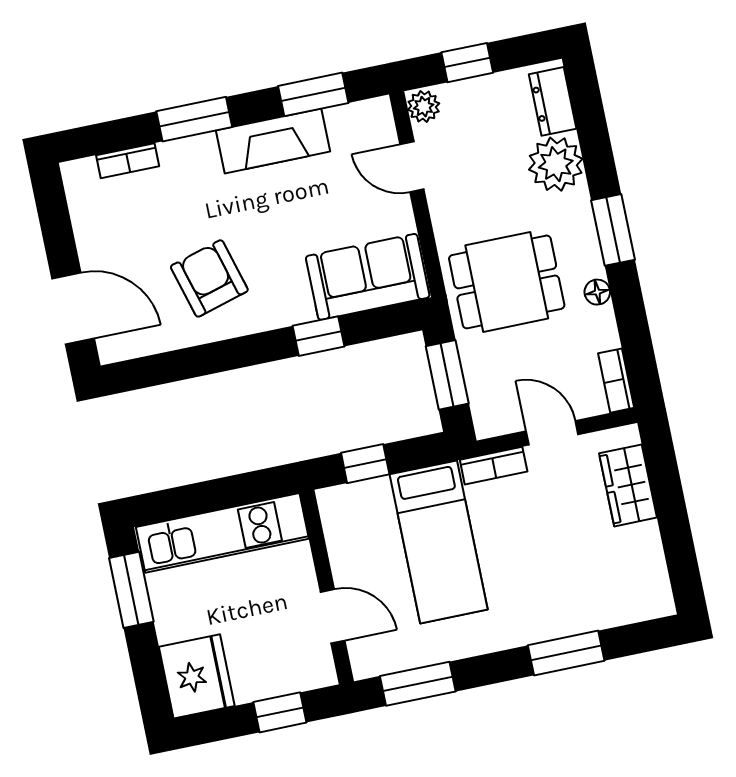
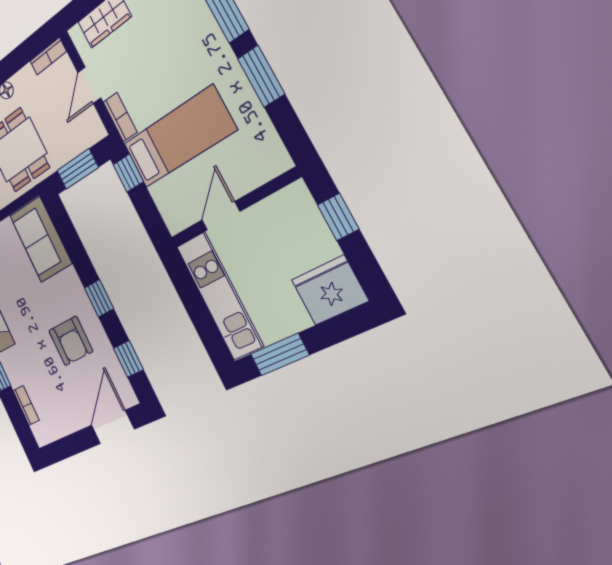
armchair: (209, 278) -> (71, 341), turned -74
window: (318, 336) -> (99, 298), moved
window: (166, 368) -> (128, 359), added
window: (365, 464) -> (128, 173), moved
door: (333, 616) -> (221, 216), moved
window: (418, 684) -> (261, 76), moved

